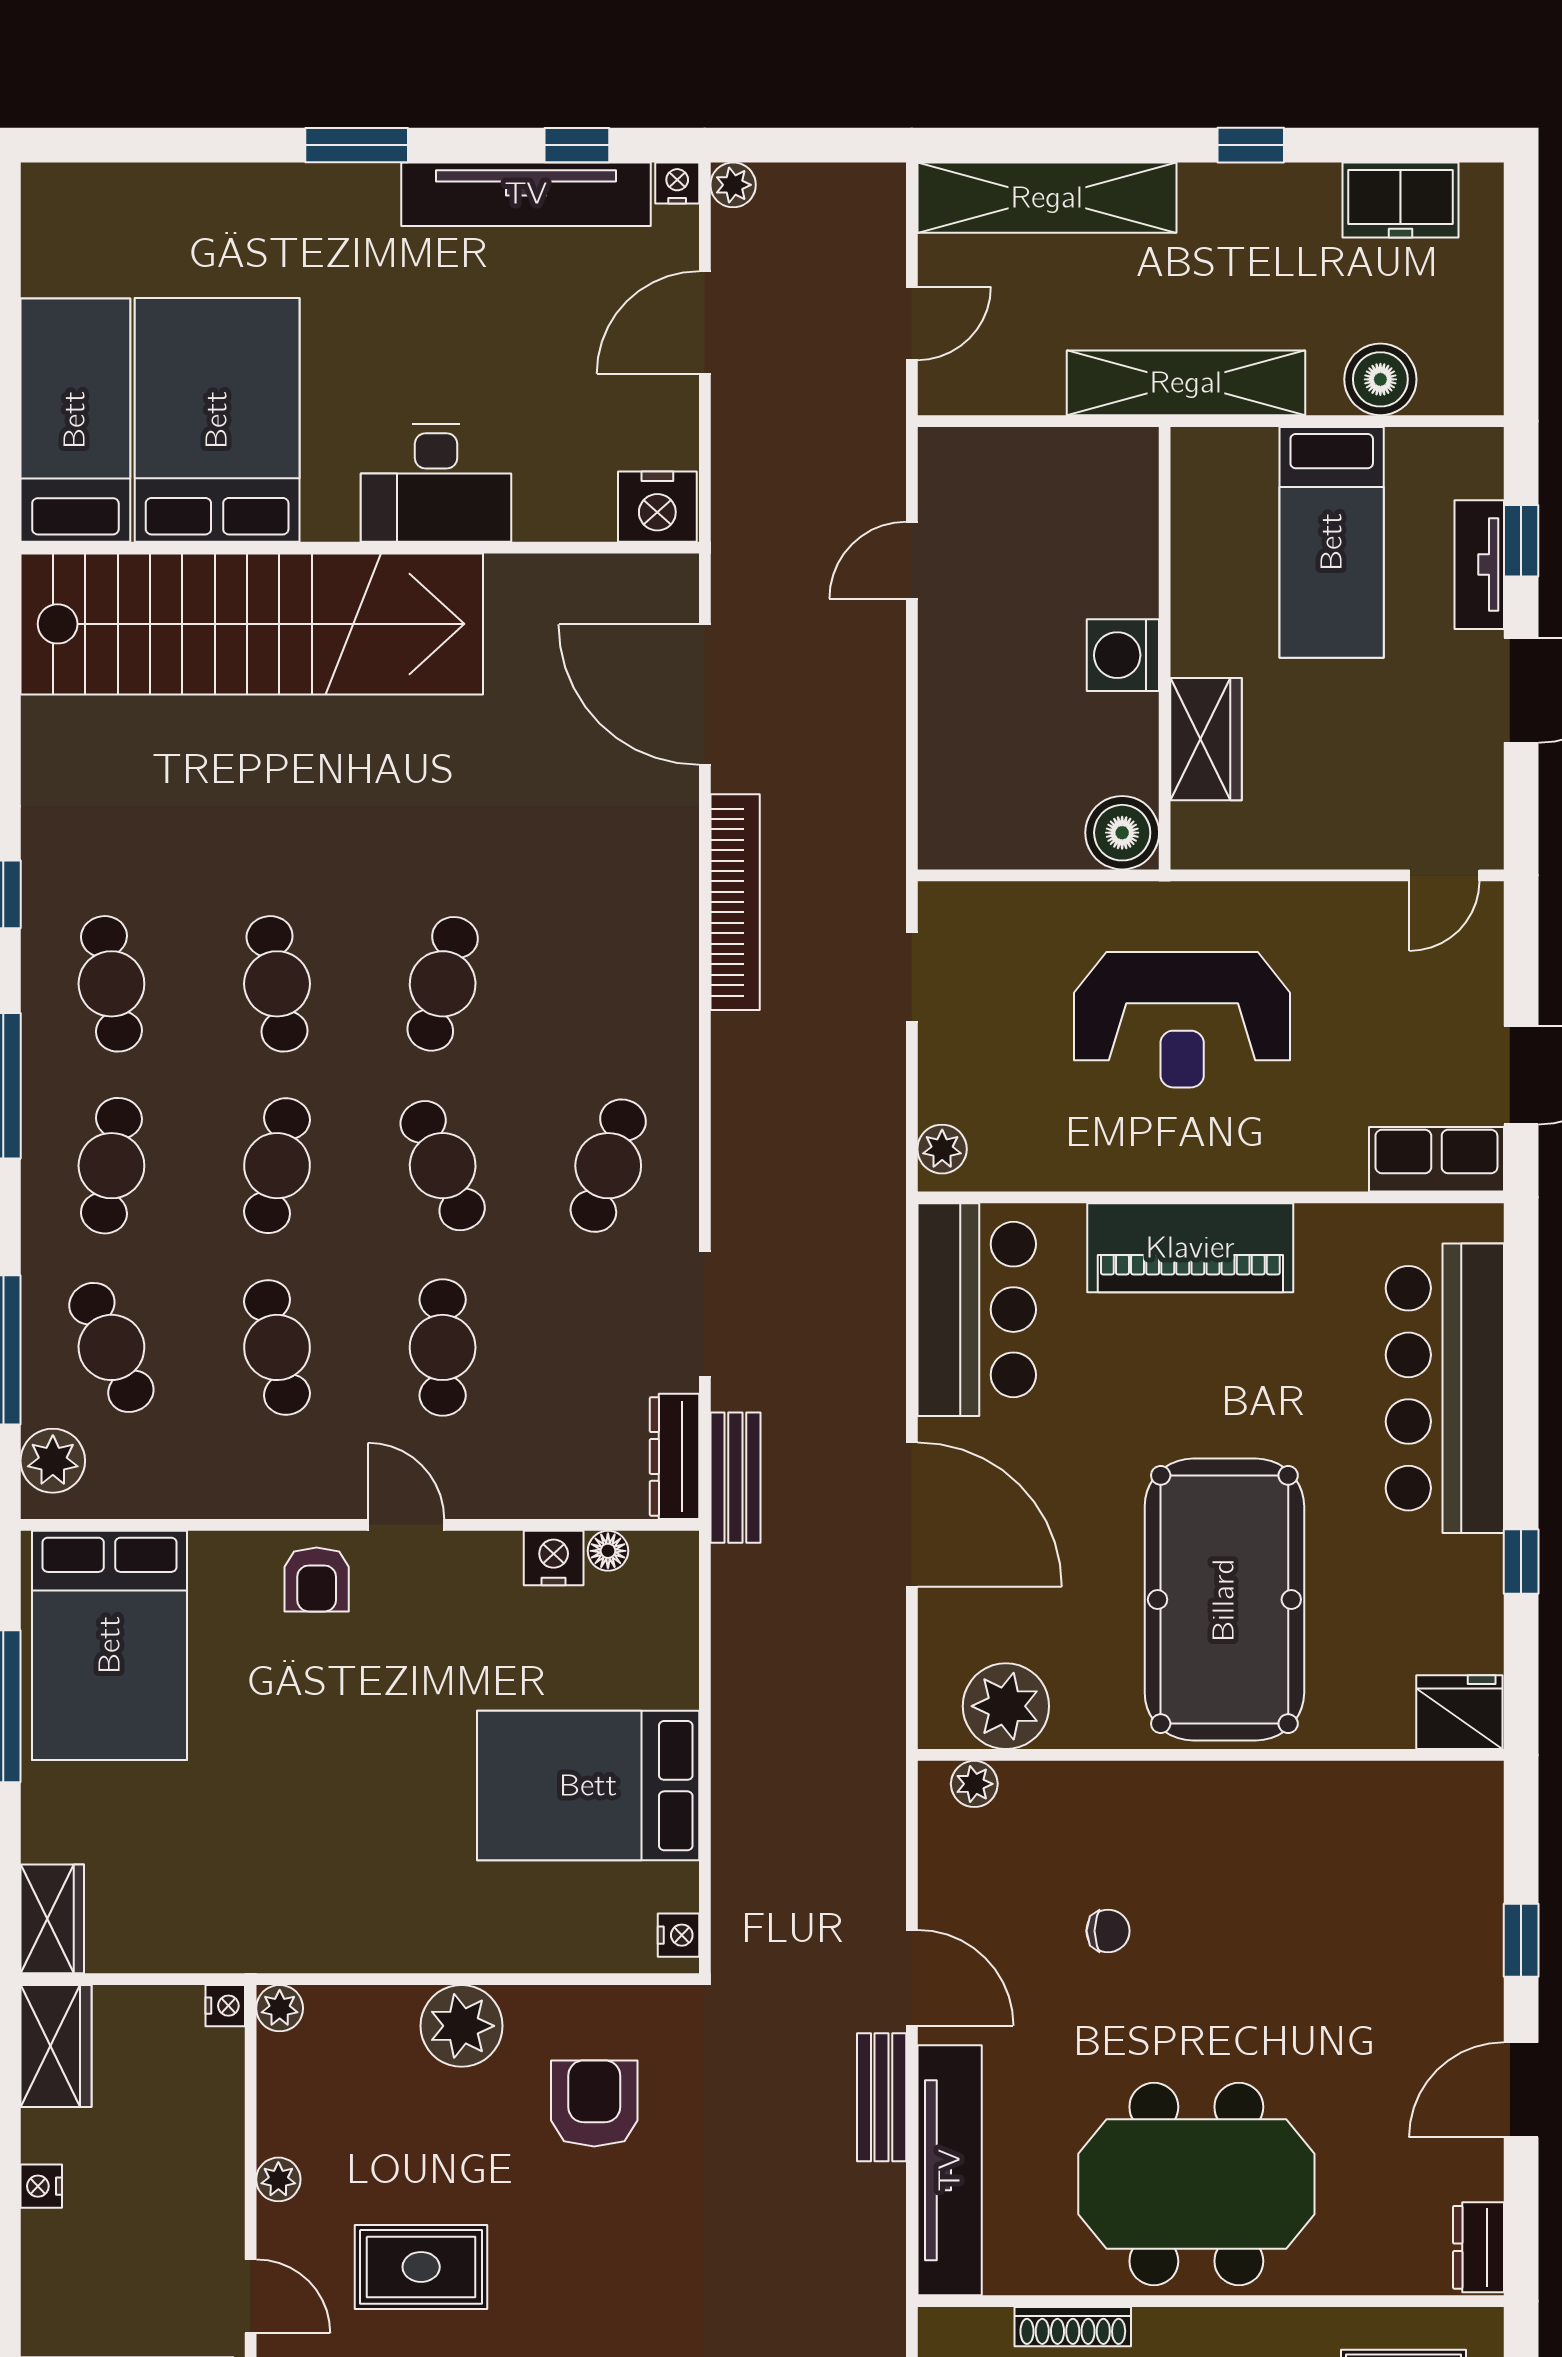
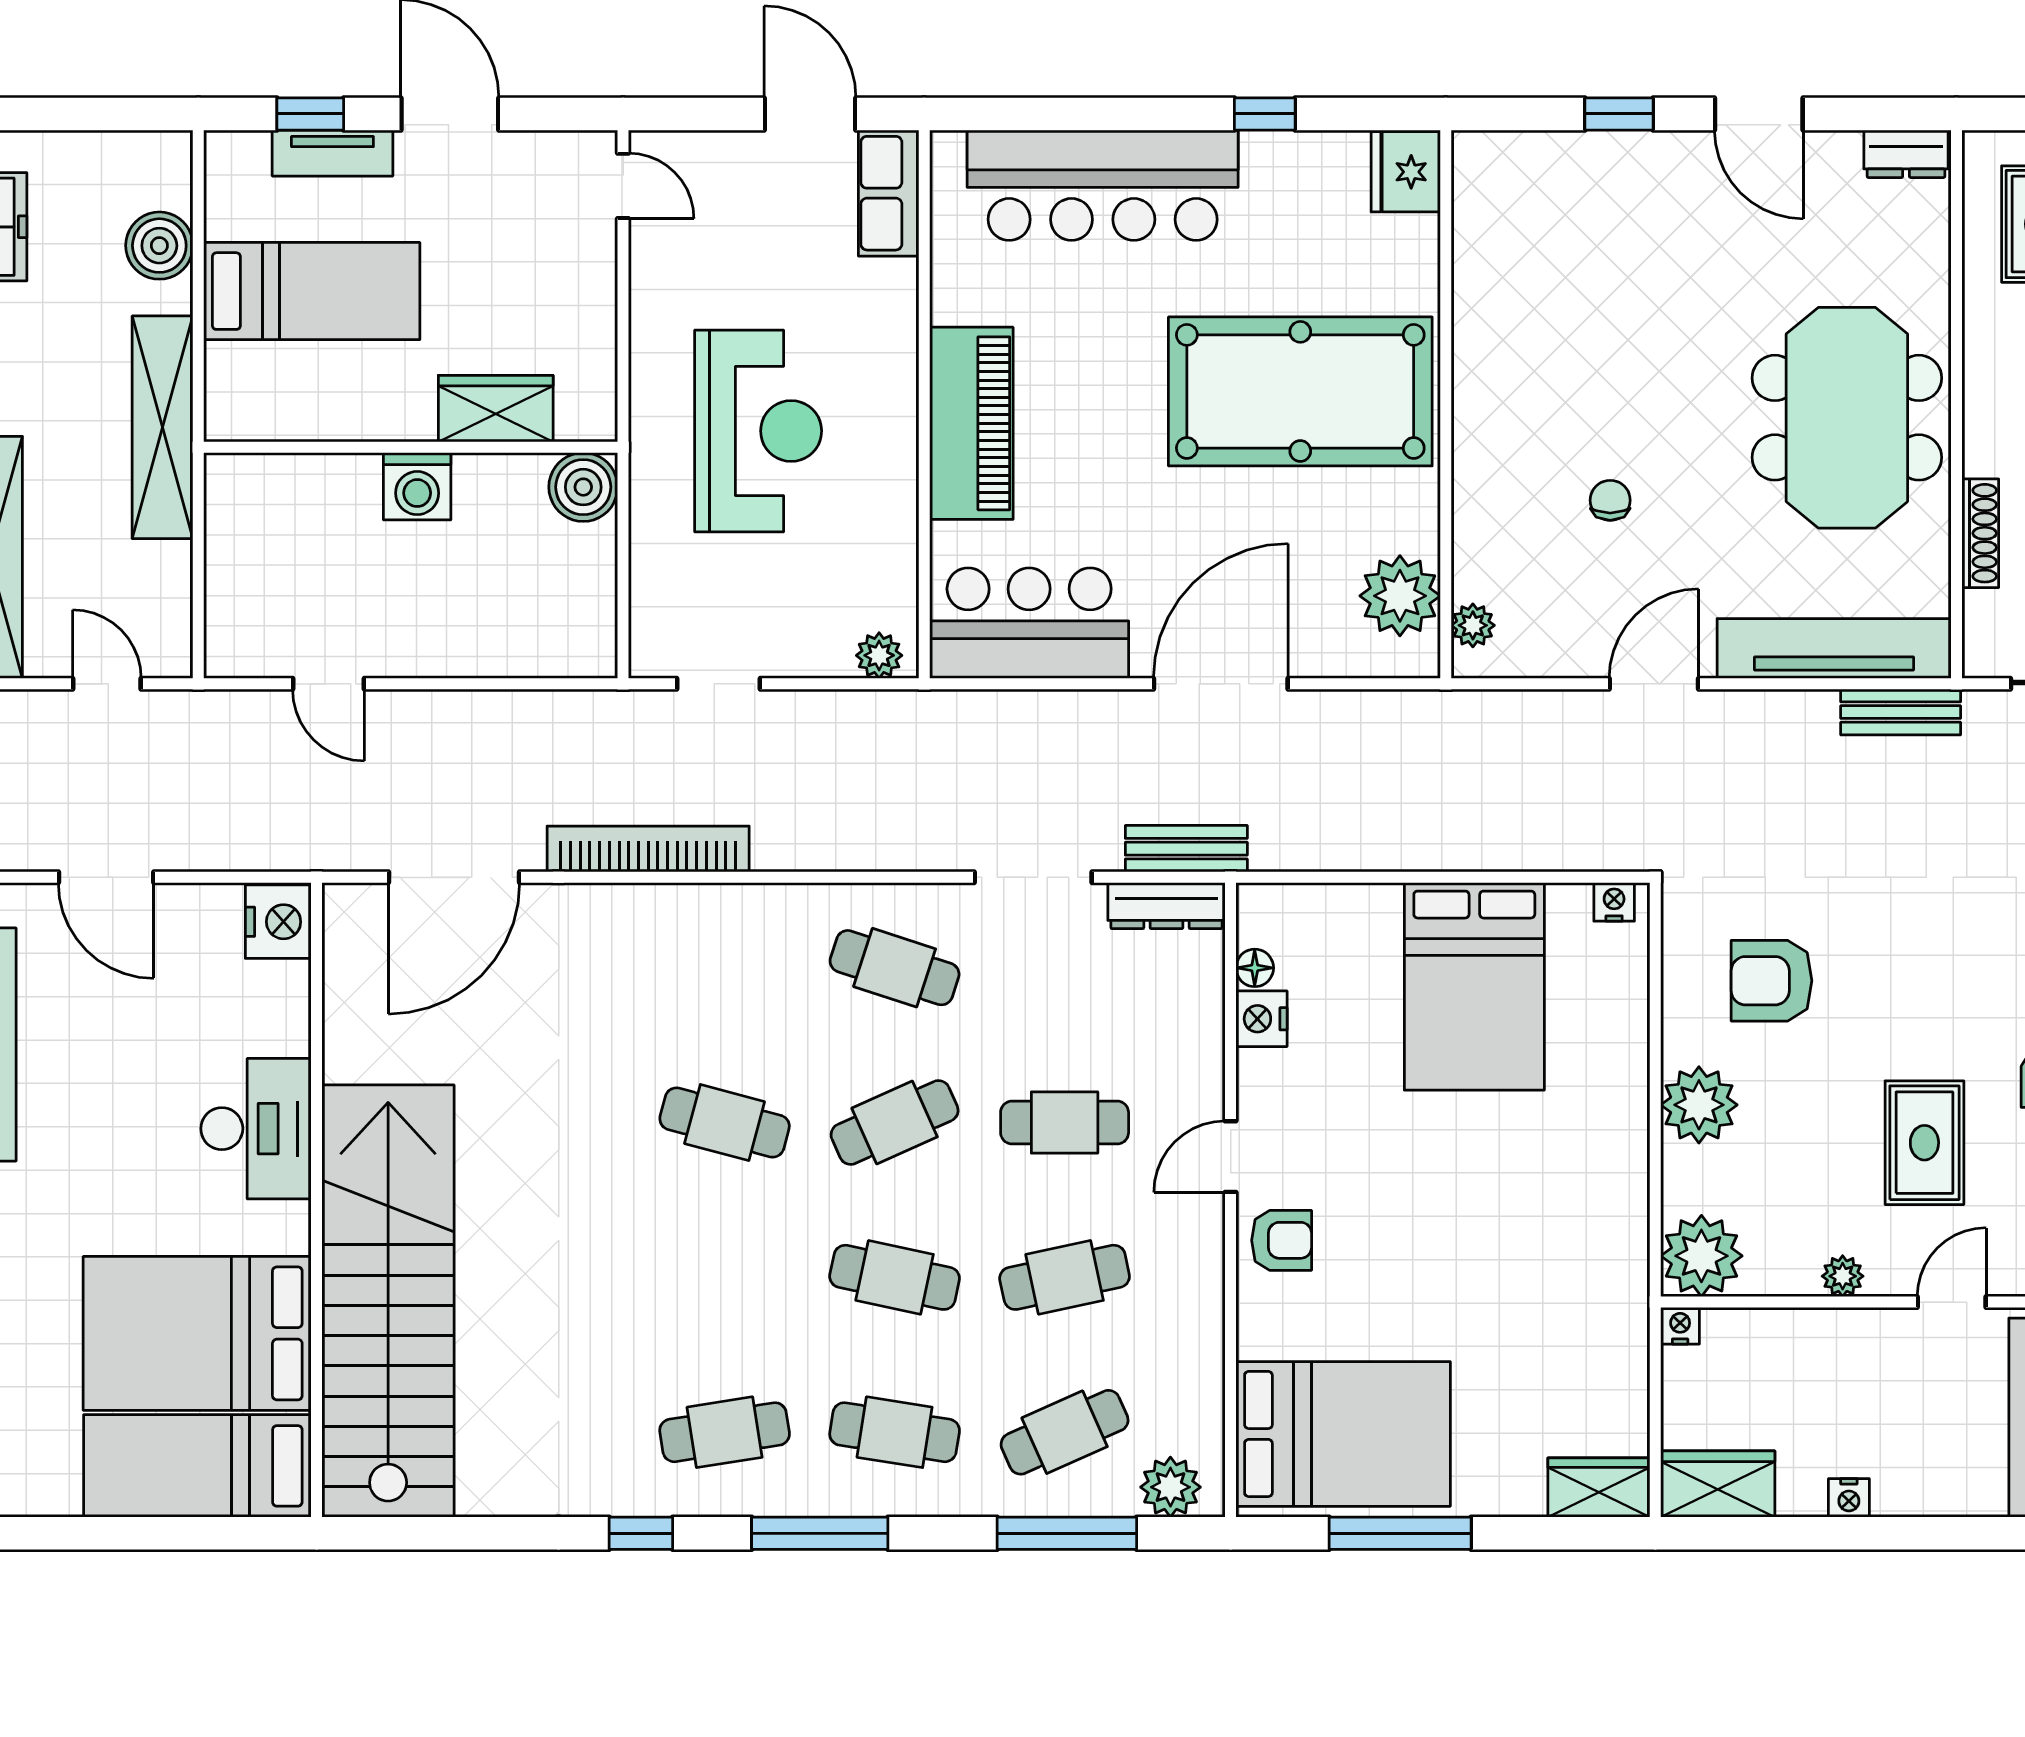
cafe table: (277, 984) -> (725, 1277), removed
plant: (280, 2008) -> (1701, 1256), width x1.88, depth x1.88
bench: (882, 2097) -> (1901, 712), moved

